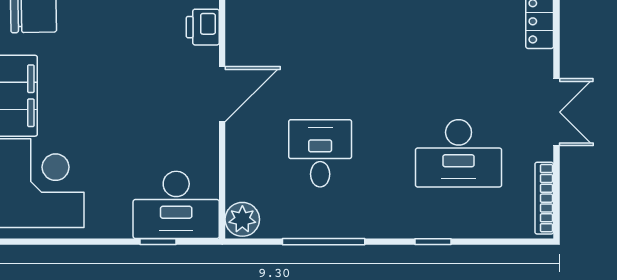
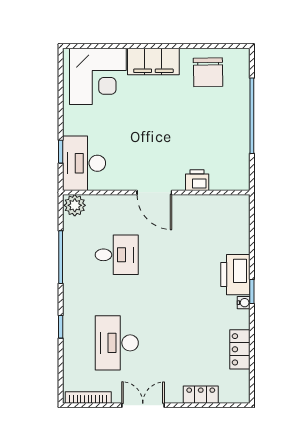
double door: (556, 112) -> (143, 405), swing flipped

